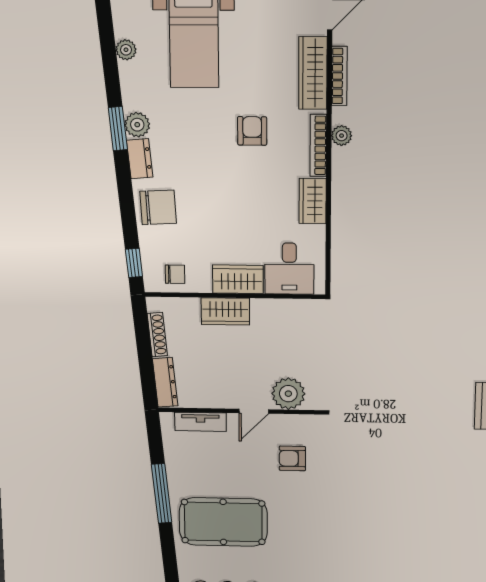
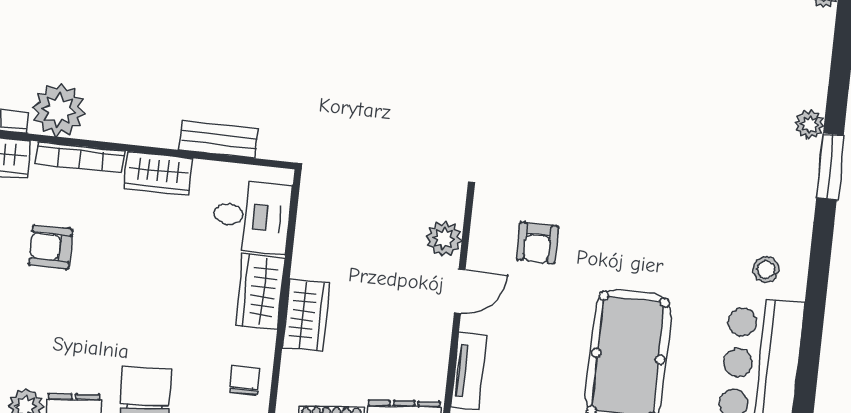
plant: (342, 136) -> (59, 110), width x1.88, depth x1.88
bench: (341, 241) -> (218, 140), added
plant: (288, 394) -> (444, 239), width x0.73, depth x0.73
door: (254, 411) -> (460, 291), hinge flipped

